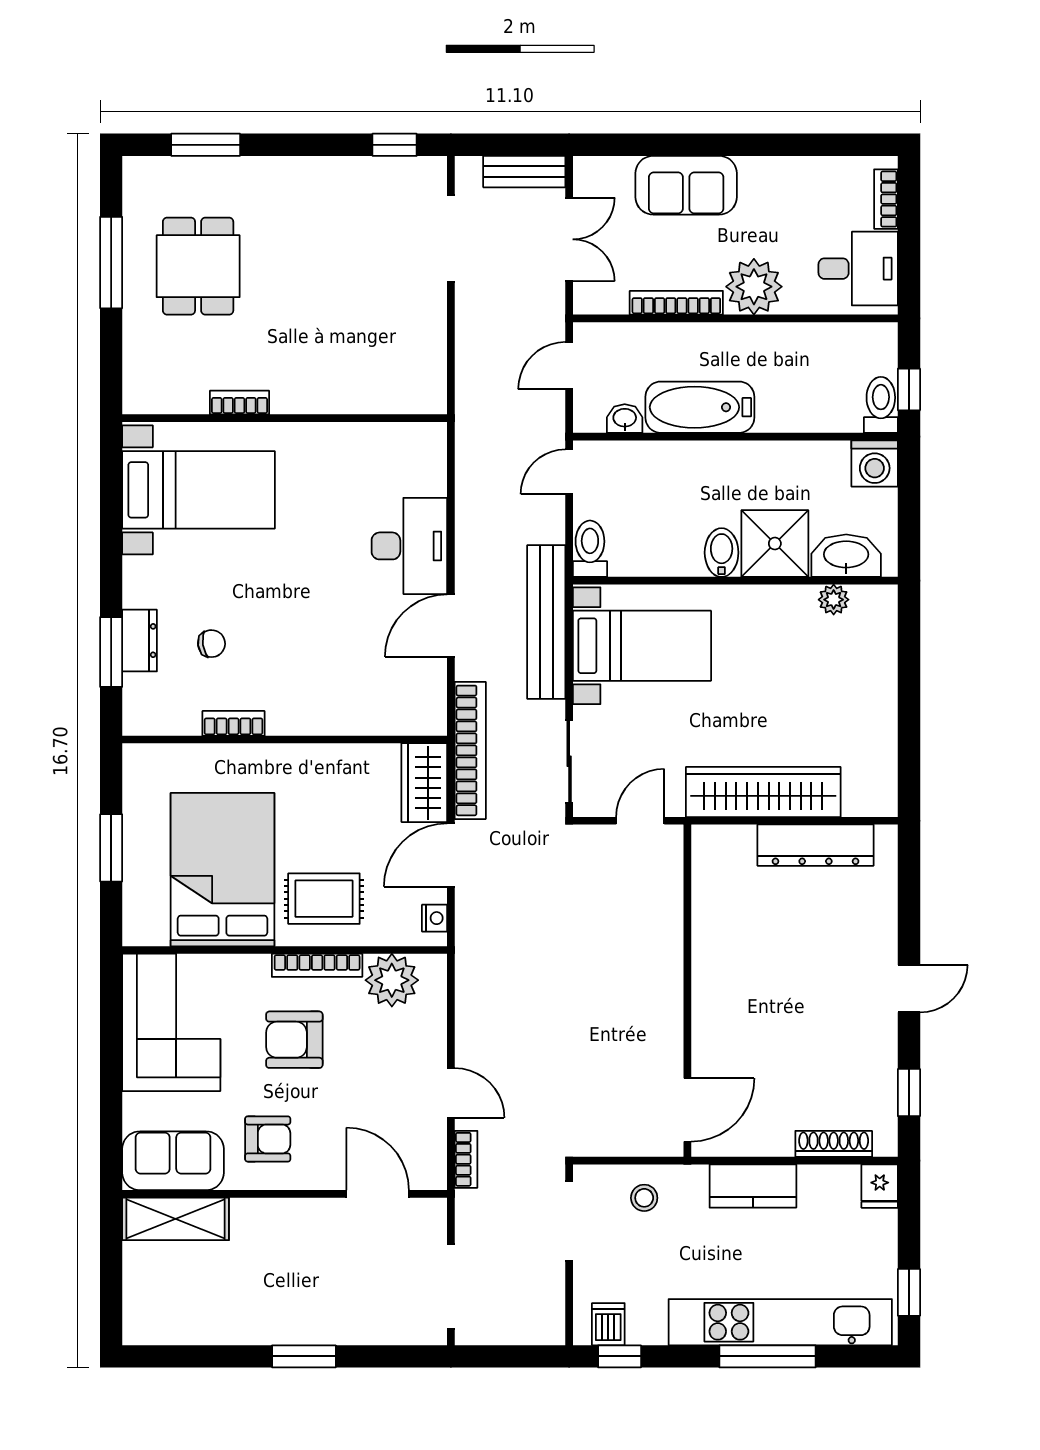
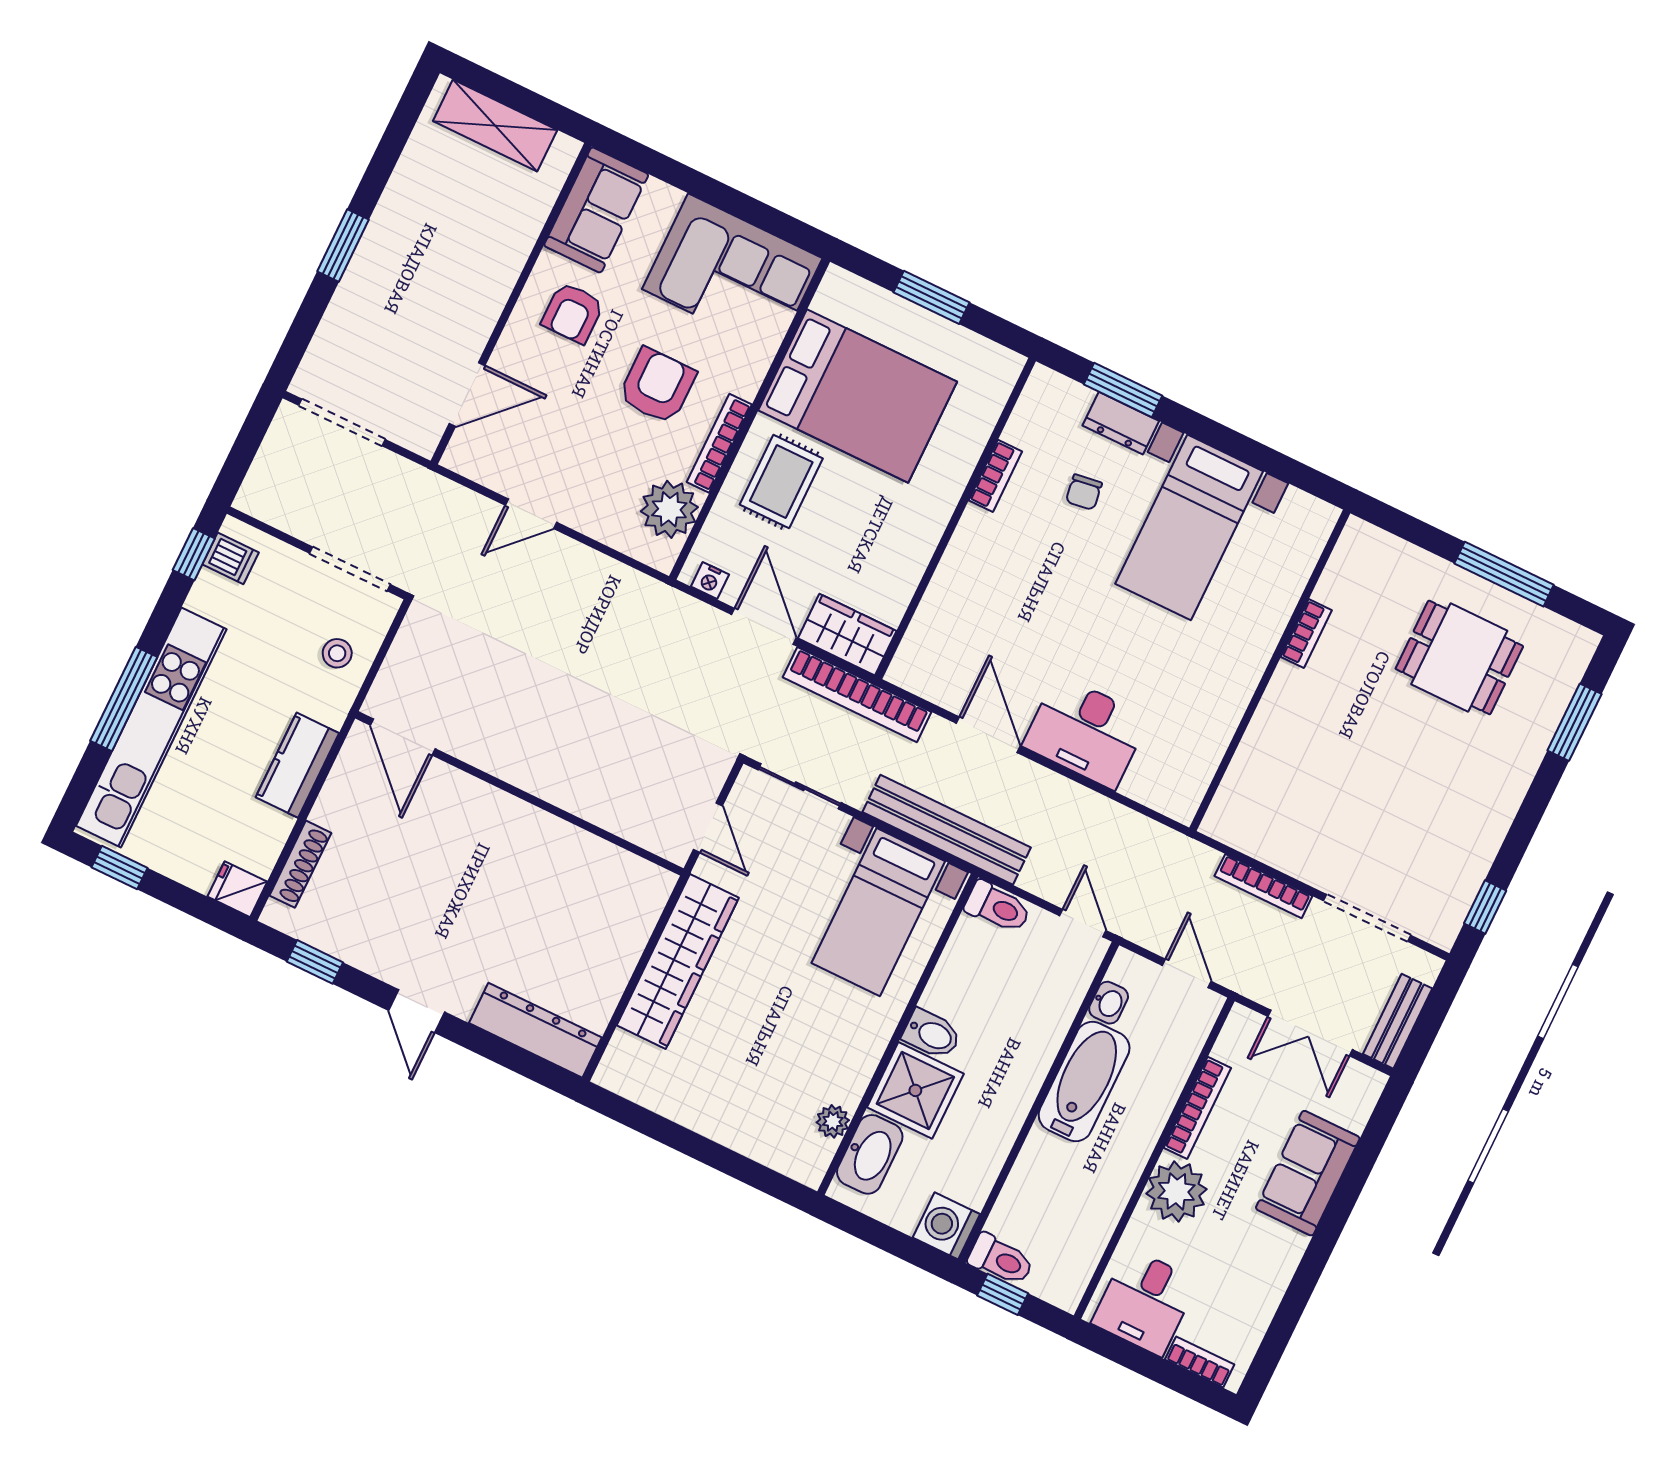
bed with nightstands: (199, 490) -> (1189, 527), moved
dresser: (816, 845) -> (535, 1030), moved, turned 90
bookcase: (466, 1159) -> (1263, 886), moved, width x1.56
shelving: (176, 1219) -> (495, 126), moved, turned 90

